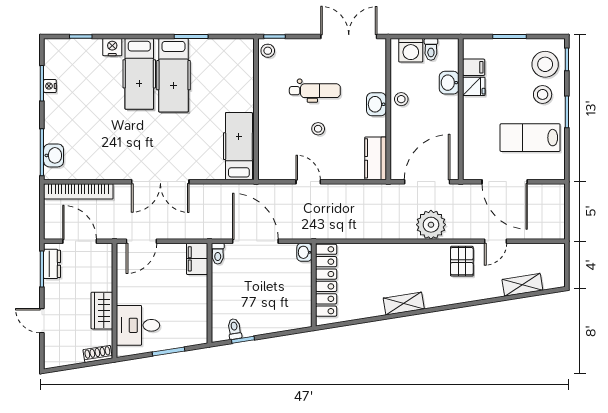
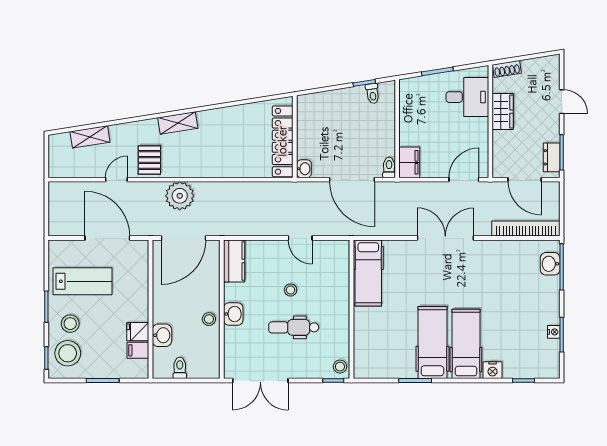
washing machine: (411, 50) -> (200, 367), removed
shelving: (404, 304) -> (178, 123), moved

